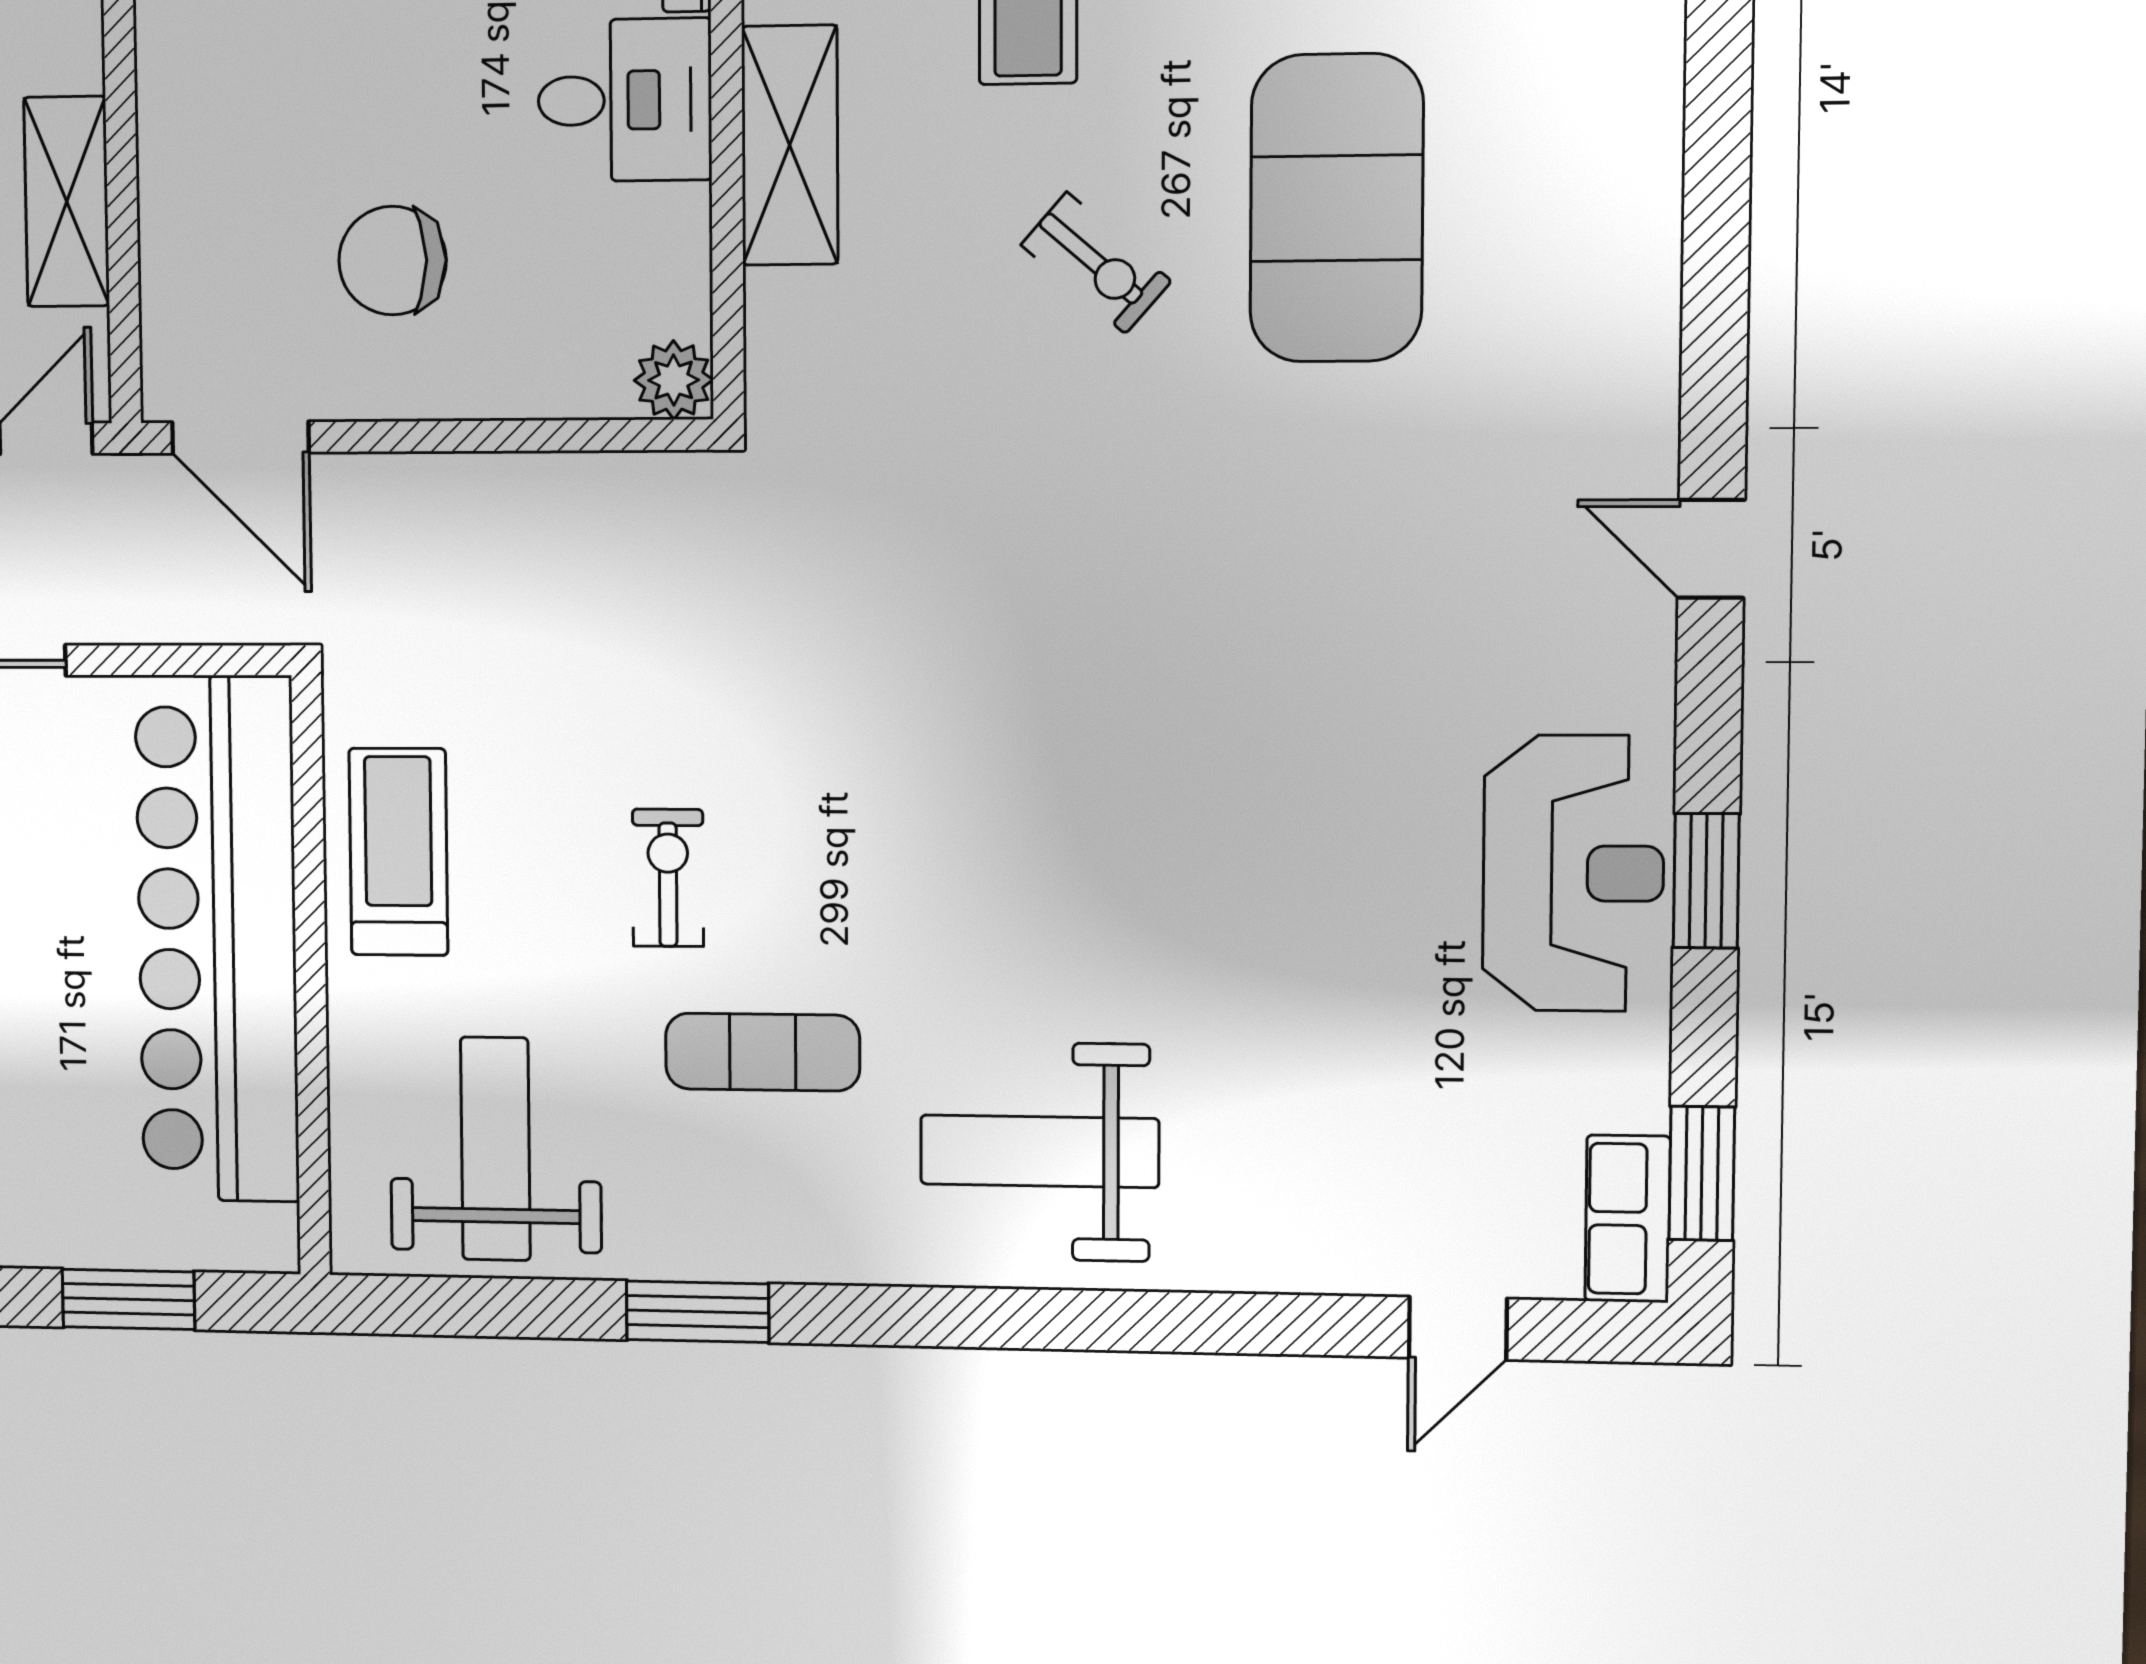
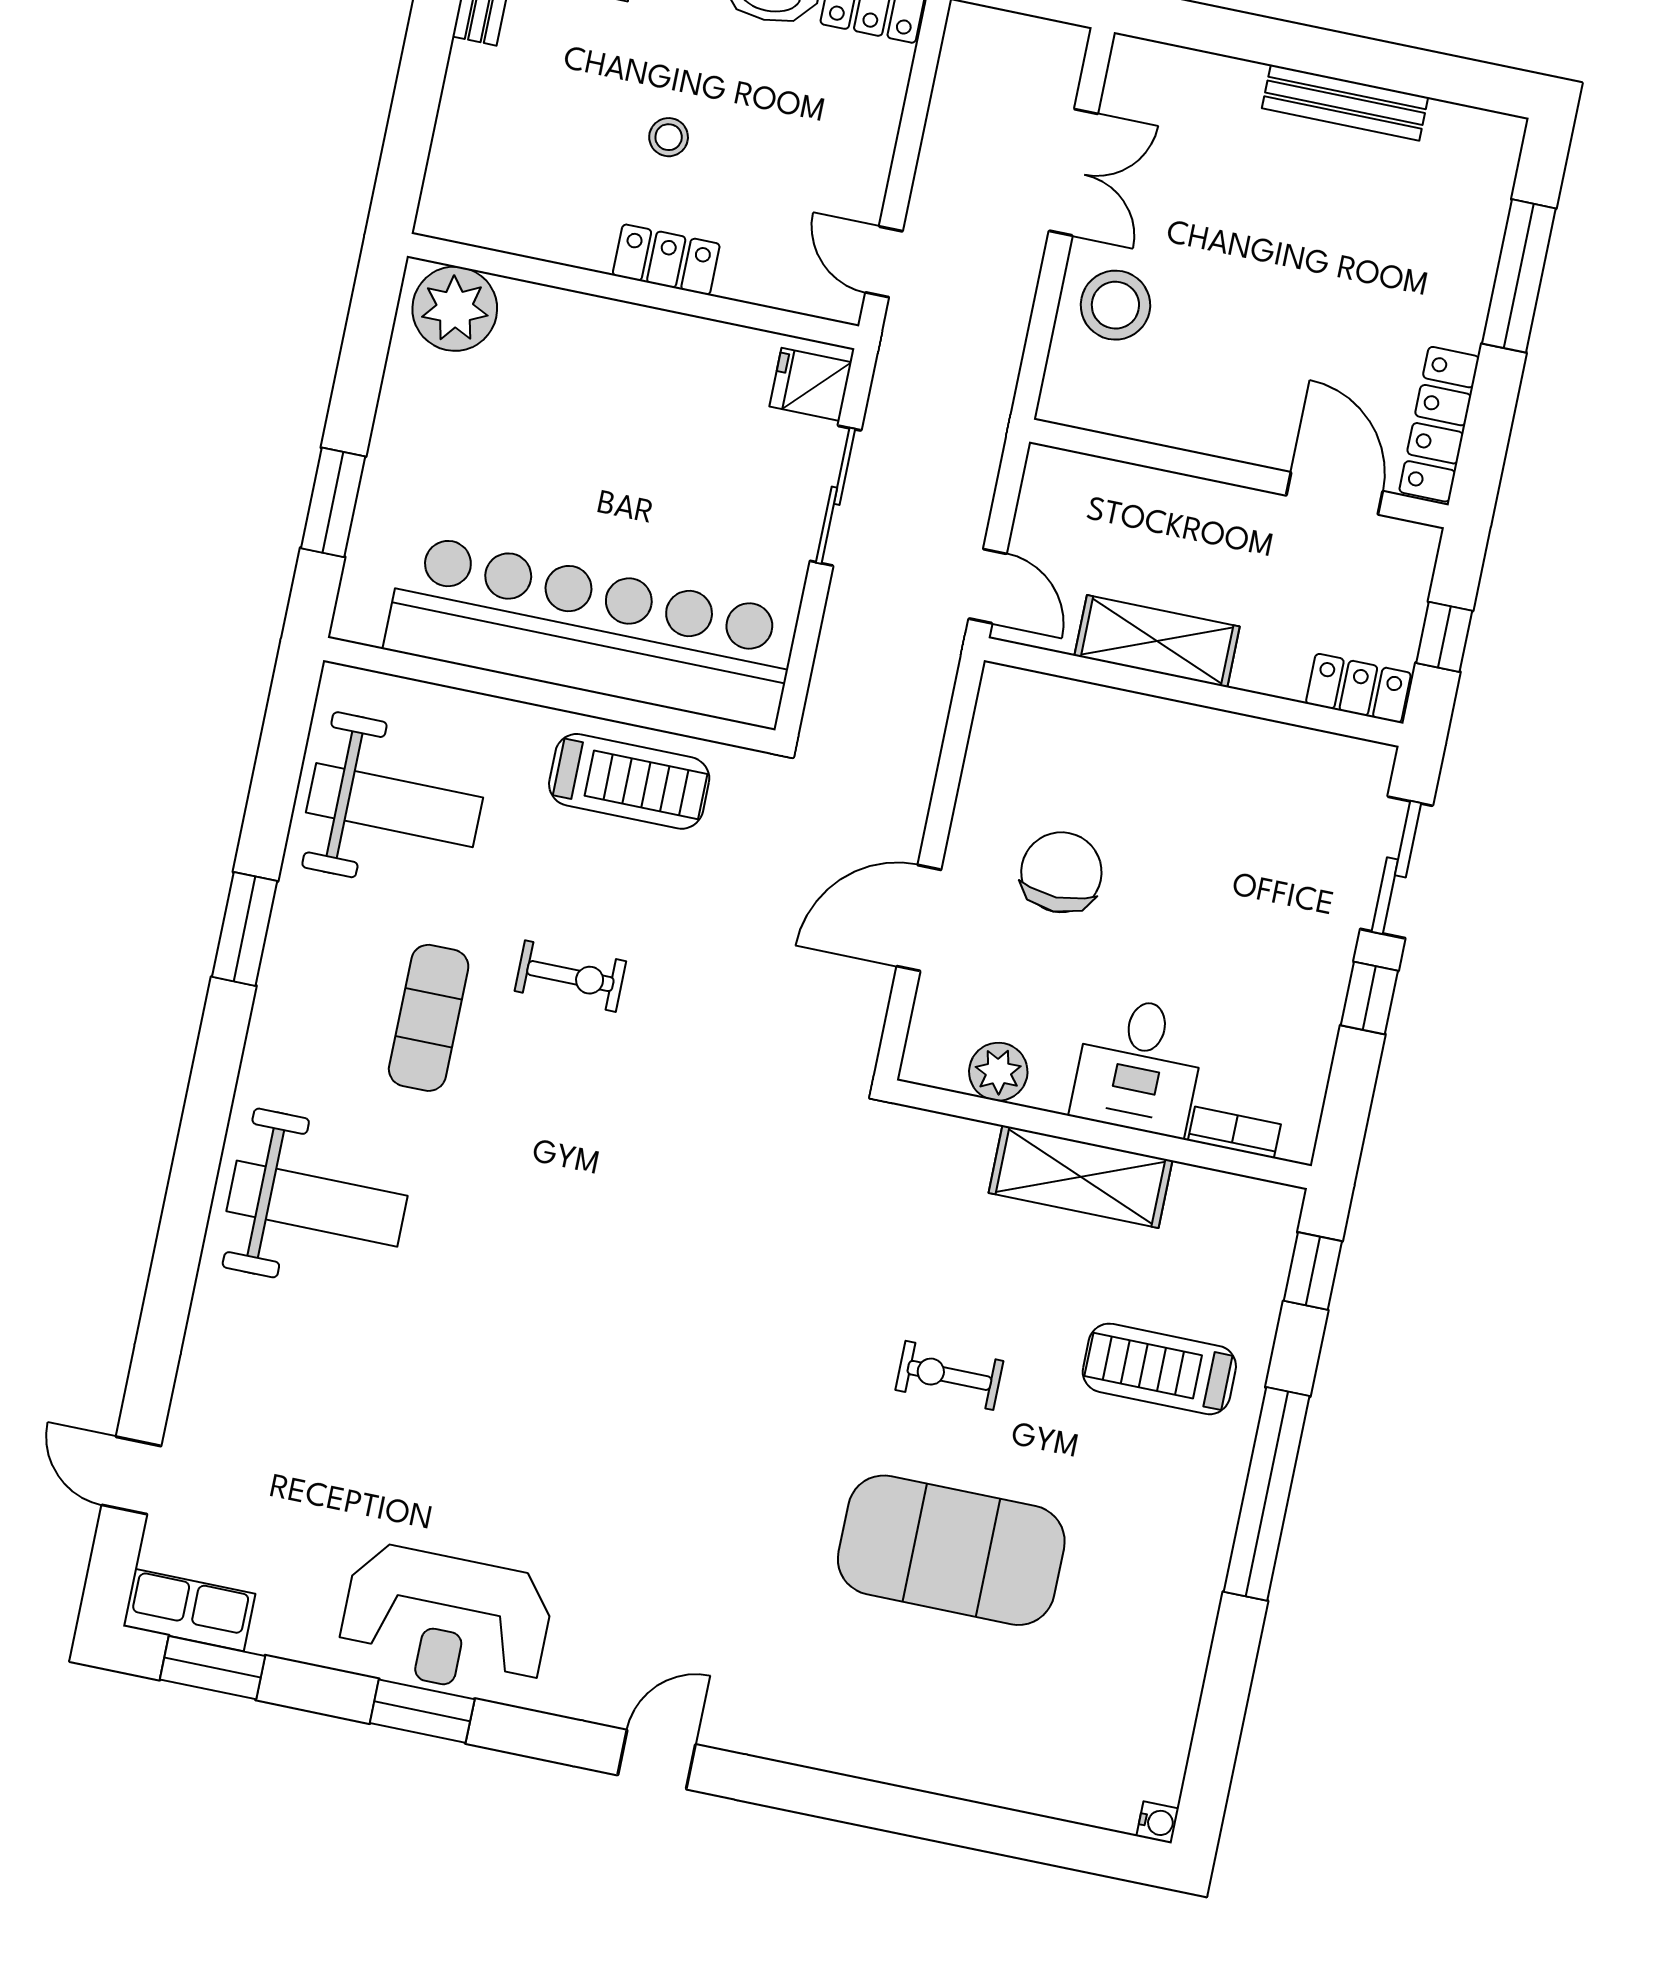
exercise bike: (1096, 263) -> (949, 1375), turned 49
plant: (674, 380) -> (998, 1072), moved
door: (240, 437) -> (919, 918), moved
weight bench: (1040, 1151) -> (317, 1204), turned 90

